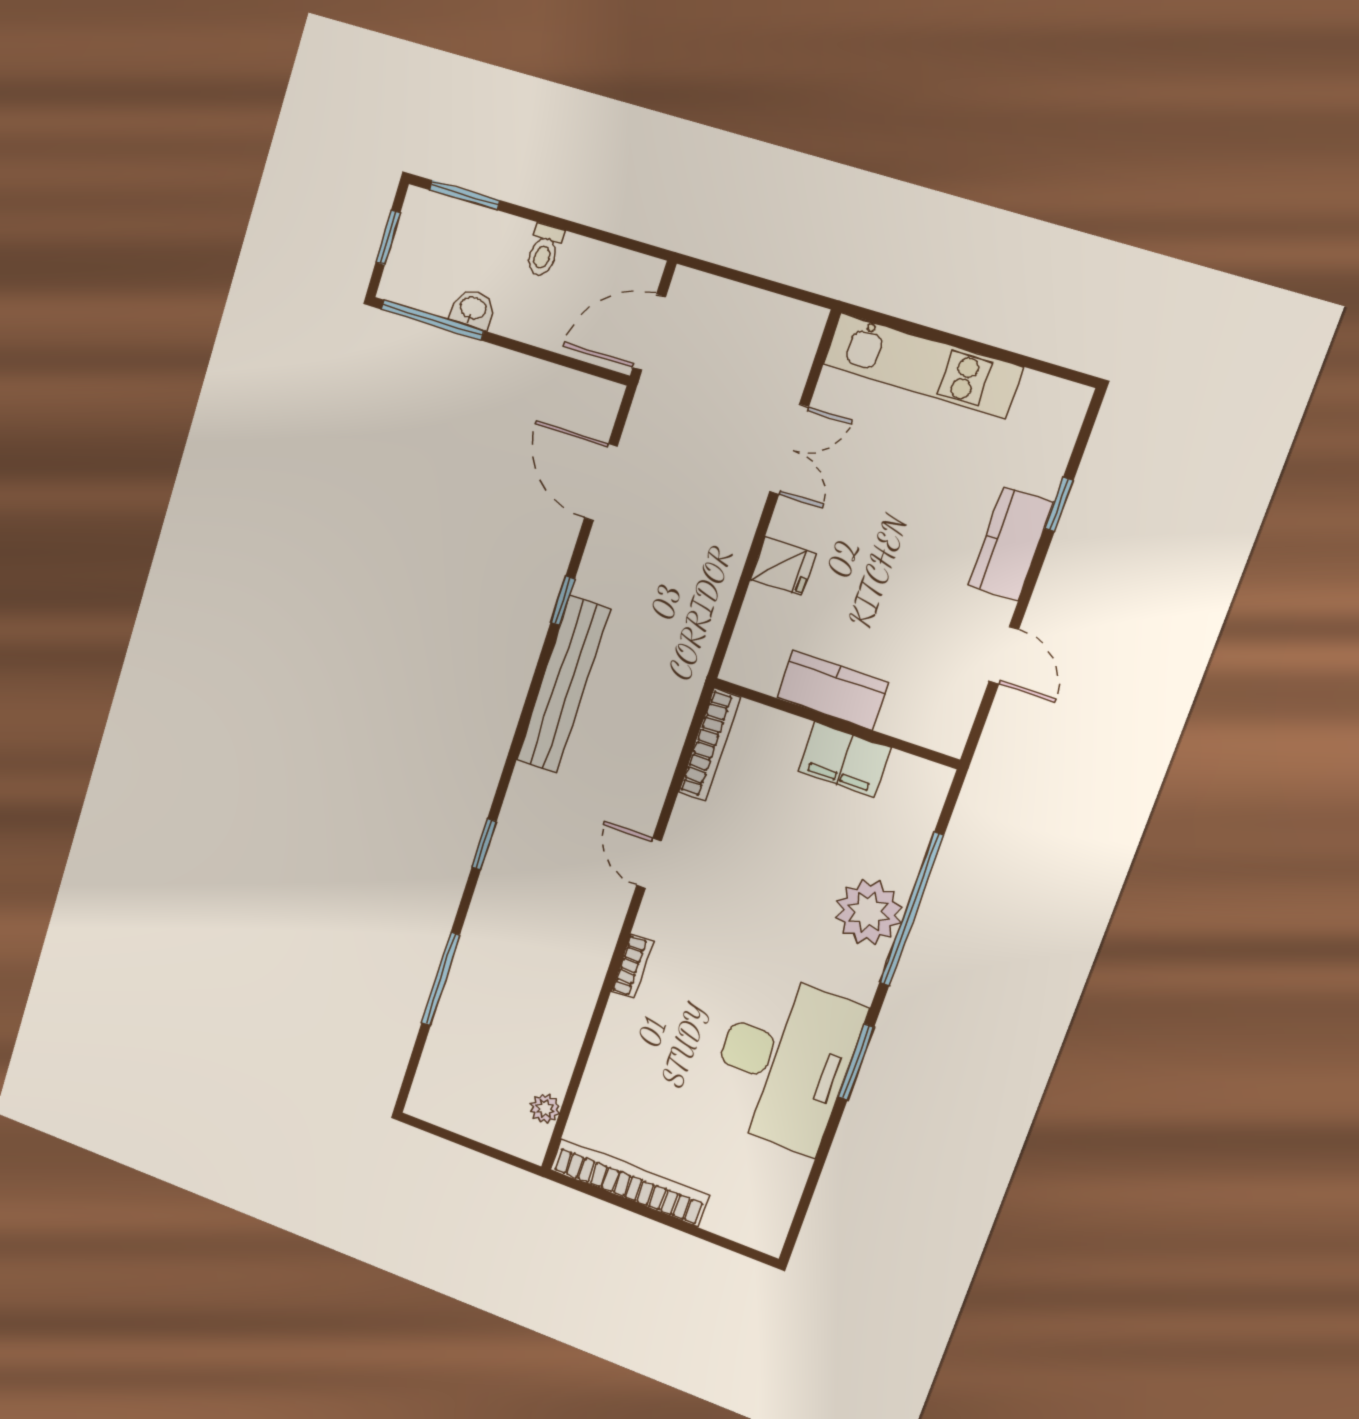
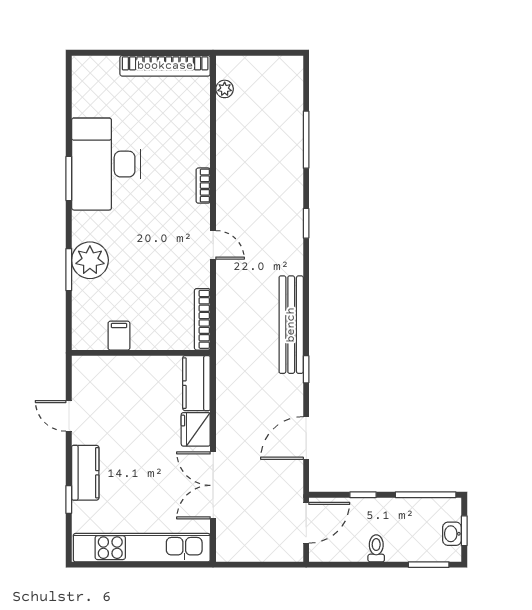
washbasin: (473, 309) -> (452, 534), moved, turned 90
window: (537, 352) -> (363, 495), added
kitchen unit: (923, 365) -> (142, 548), width x1.36
double door: (789, 449) -> (213, 485), width x1.37
door: (601, 482) -> (306, 438), swing flipped
fridge: (783, 566) -> (196, 429), width x1.38
kitchen counter: (833, 690) -> (196, 383), moved, turned 90
filing cabinet: (845, 759) -> (119, 336), width x0.50
window: (911, 909) -> (69, 270), width x0.47

